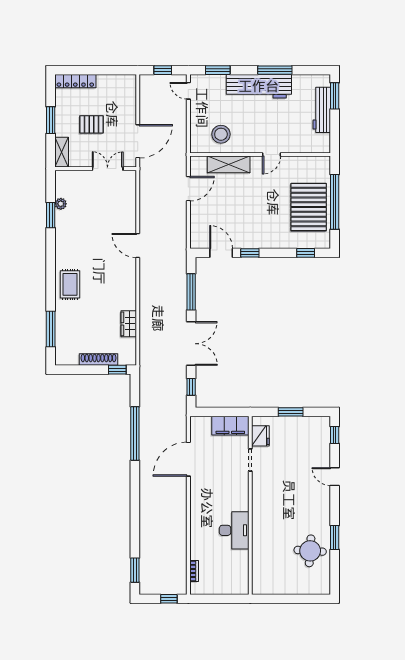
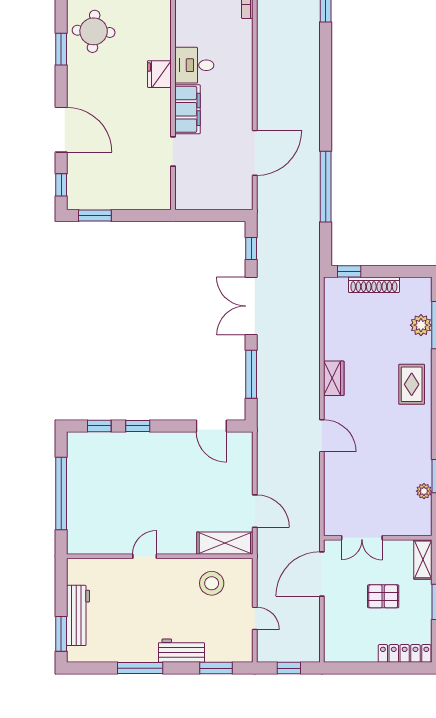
workbench: (259, 86) -> (181, 651), width x0.53, depth x0.76
door: (188, 91) -> (255, 618), moved
shelving: (229, 164) -> (225, 543), moved
door: (188, 189) -> (255, 511), swing flipped
pallet: (309, 207) -> (96, 487), removed
window: (250, 253) -> (138, 426), moved
wardrobe: (129, 324) -> (334, 378), moved
plant: (63, 329) -> (421, 325), added
window: (291, 412) -> (95, 216), moved
filing cabinet: (230, 426) -> (187, 109), moved, turned 90
fridge: (260, 436) -> (159, 74), moved
door: (335, 477) -> (61, 130), width x1.87
desk: (234, 530) -> (194, 65), width x0.73

